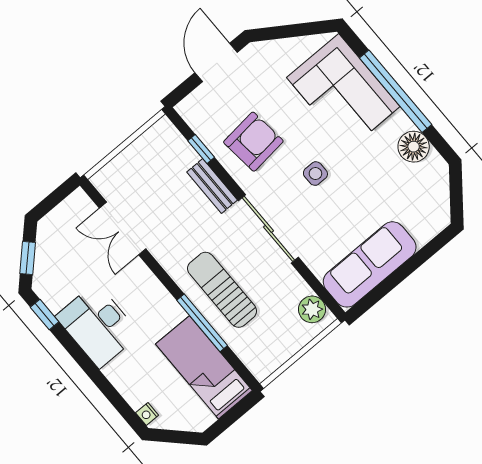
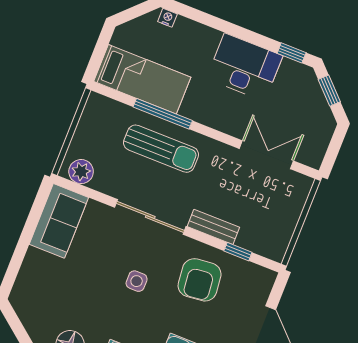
sofa: (370, 264) -> (59, 221), width x0.73

